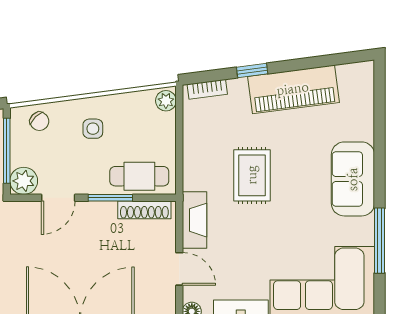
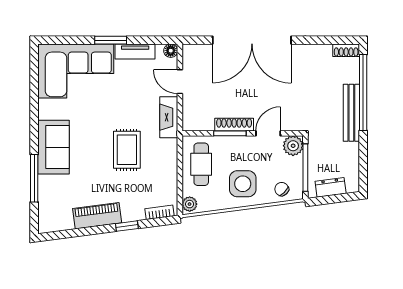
piano: (293, 89) -> (97, 216), width x0.73, depth x0.75
side table: (93, 129) -> (243, 184), width x1.87, depth x1.87
cafe table: (139, 176) -> (201, 164), moved, turned 90
shoe rack: (144, 210) -> (234, 125), moved
window: (380, 241) -> (34, 178), moved

